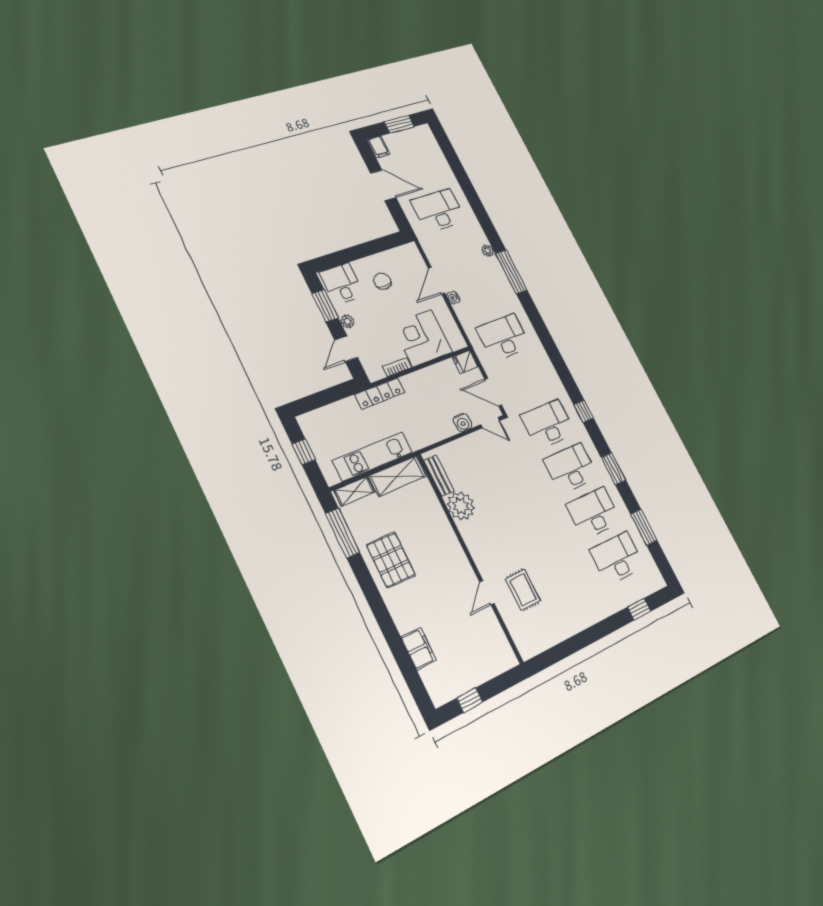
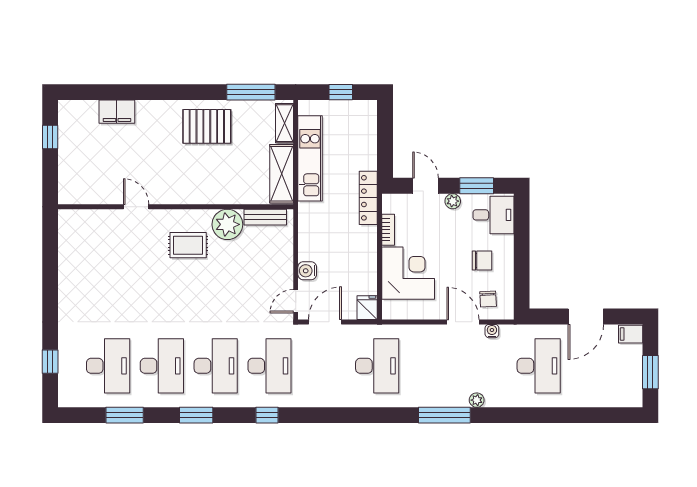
chair: (409, 267) -> (488, 299), added
water cooler: (453, 298) -> (492, 331), moved
rug: (523, 590) -> (188, 245), moved

